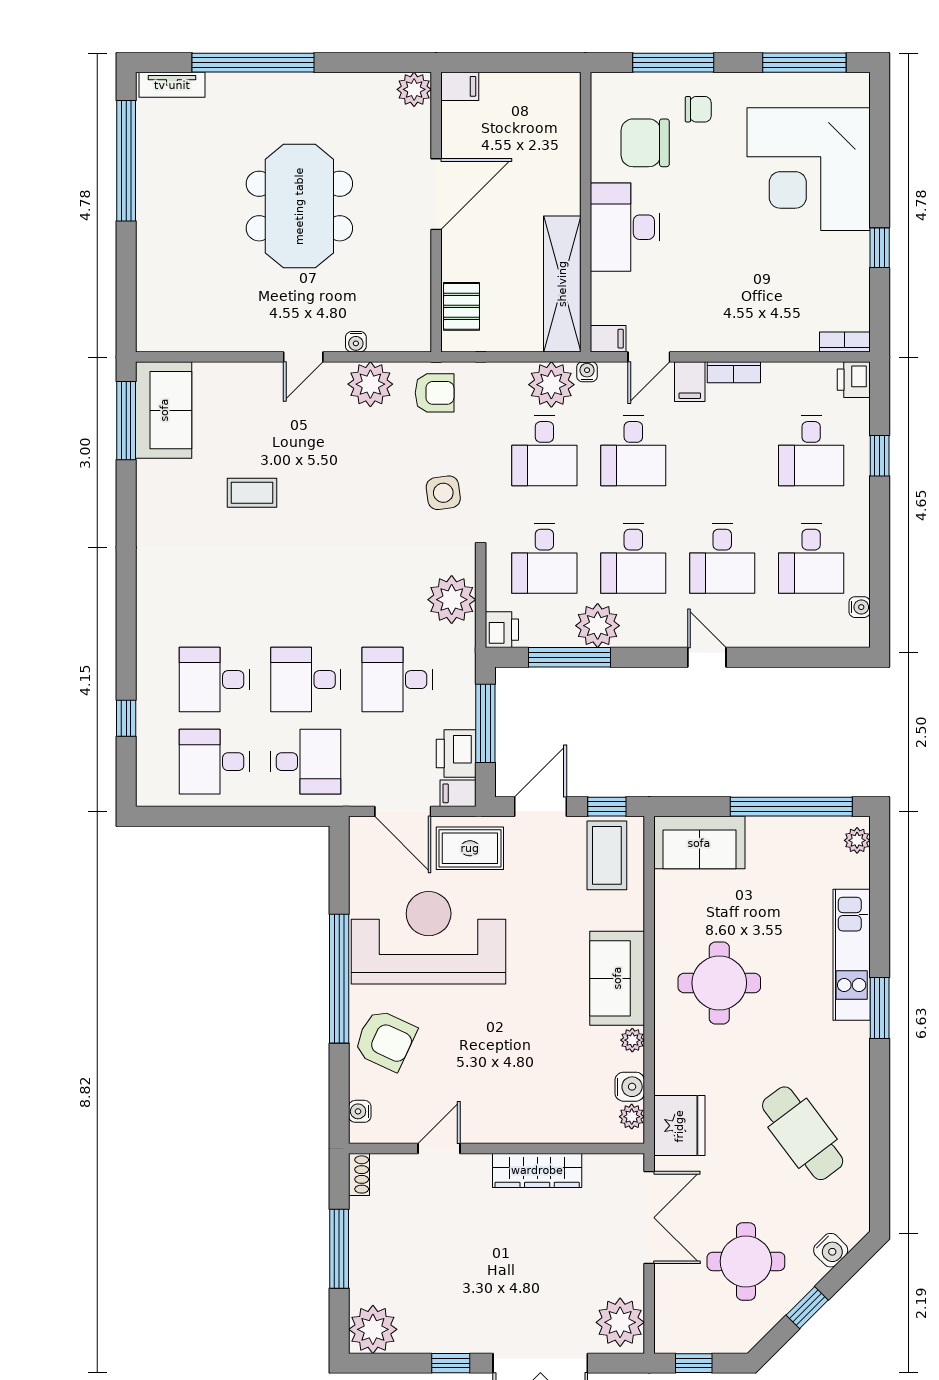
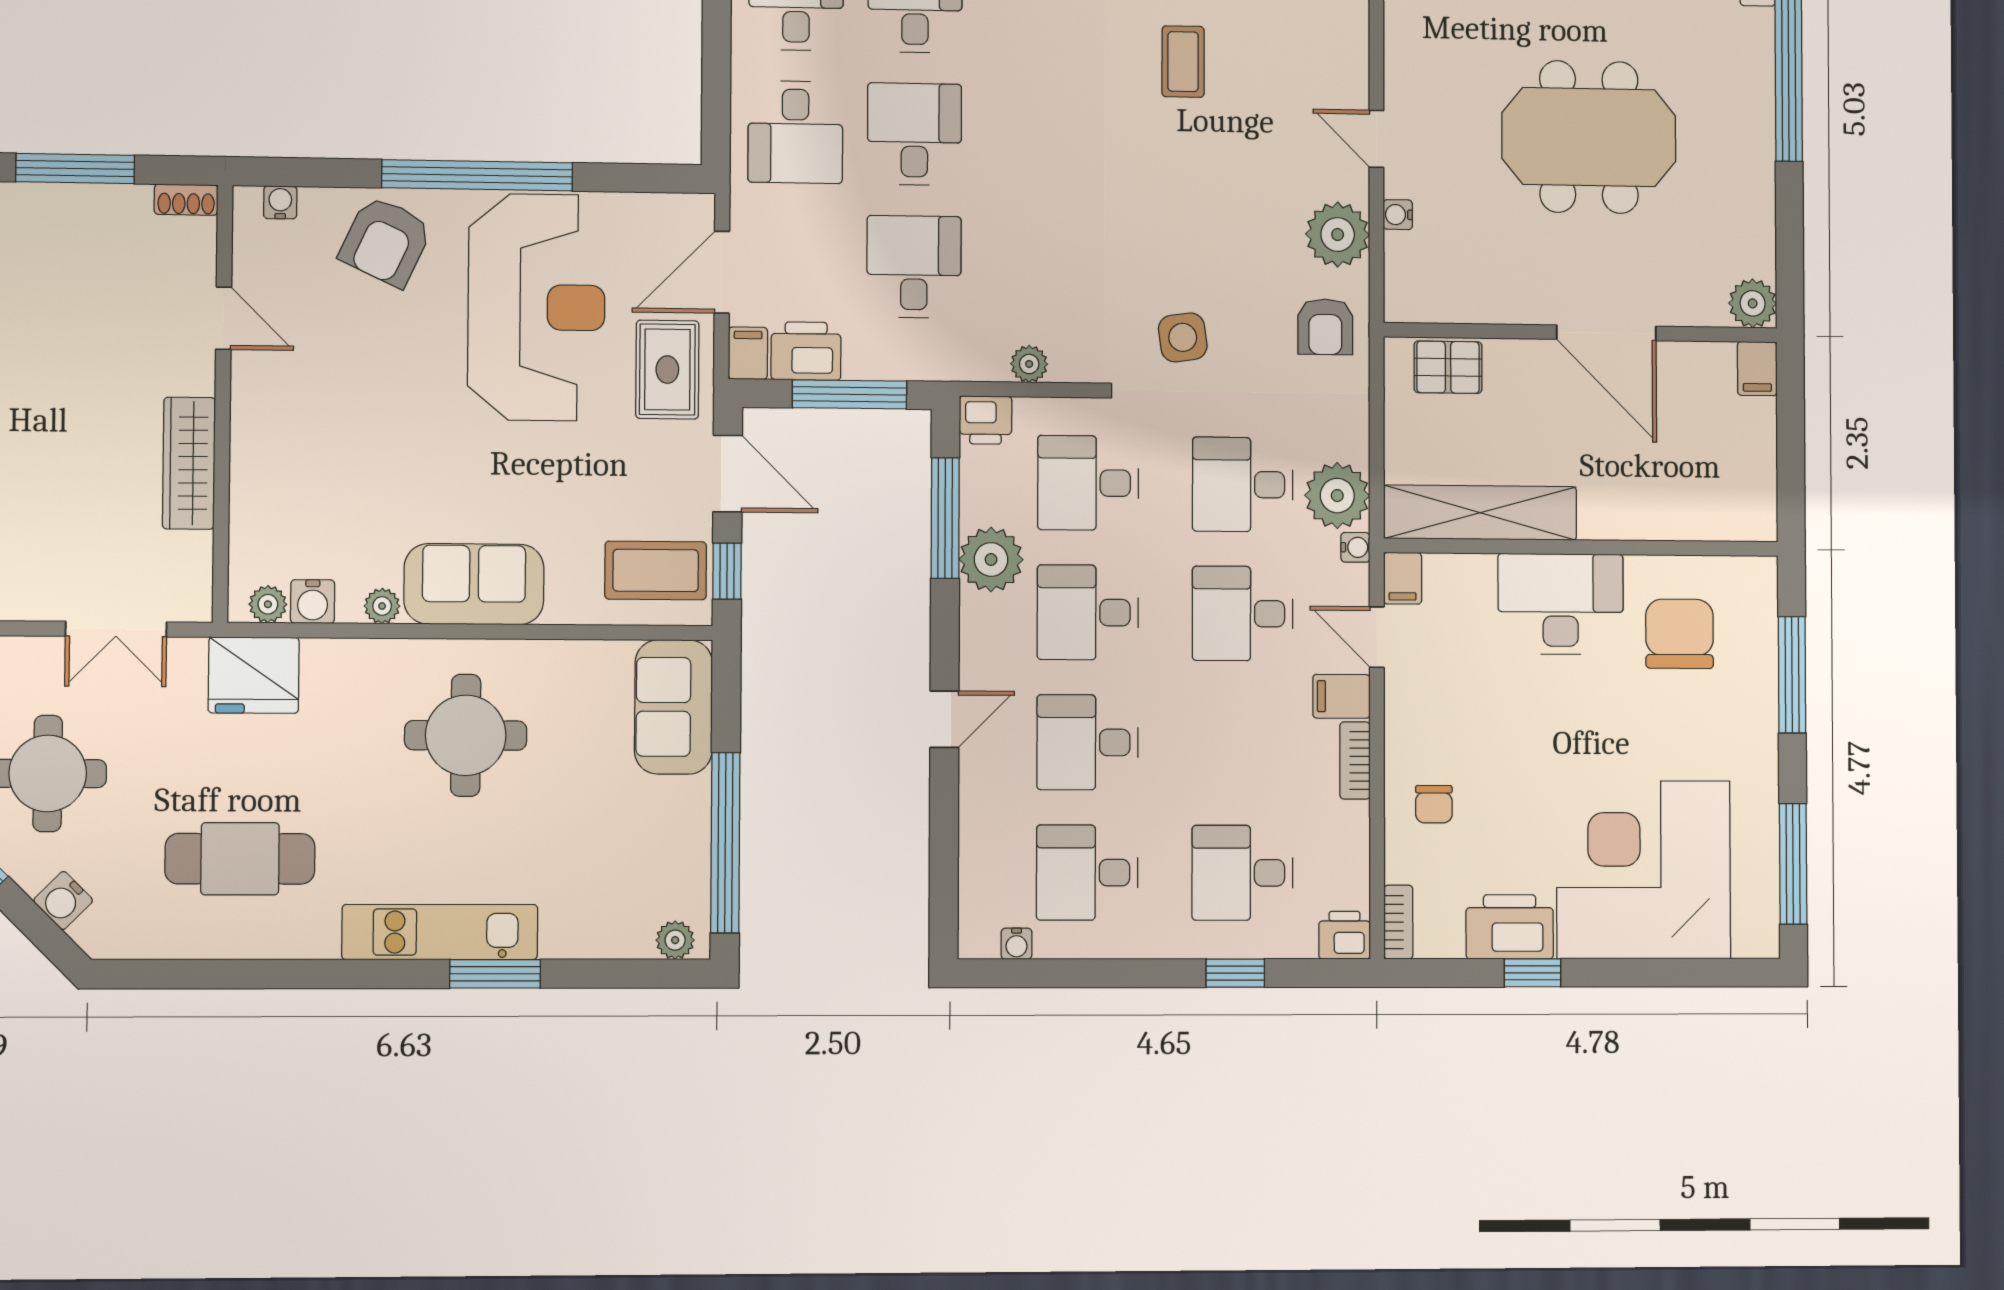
chair: (698, 109) -> (1434, 804), moved
printer: (848, 264) -> (1510, 927), added
plant: (452, 600) -> (1029, 364), width x0.53, depth x0.53
kitchen unit: (852, 955) -> (440, 932), moved
window: (880, 1008) -> (495, 974), moved
cafe table: (803, 1133) -> (240, 859), turned 37
double door: (649, 1218) -> (116, 629), width x0.73

